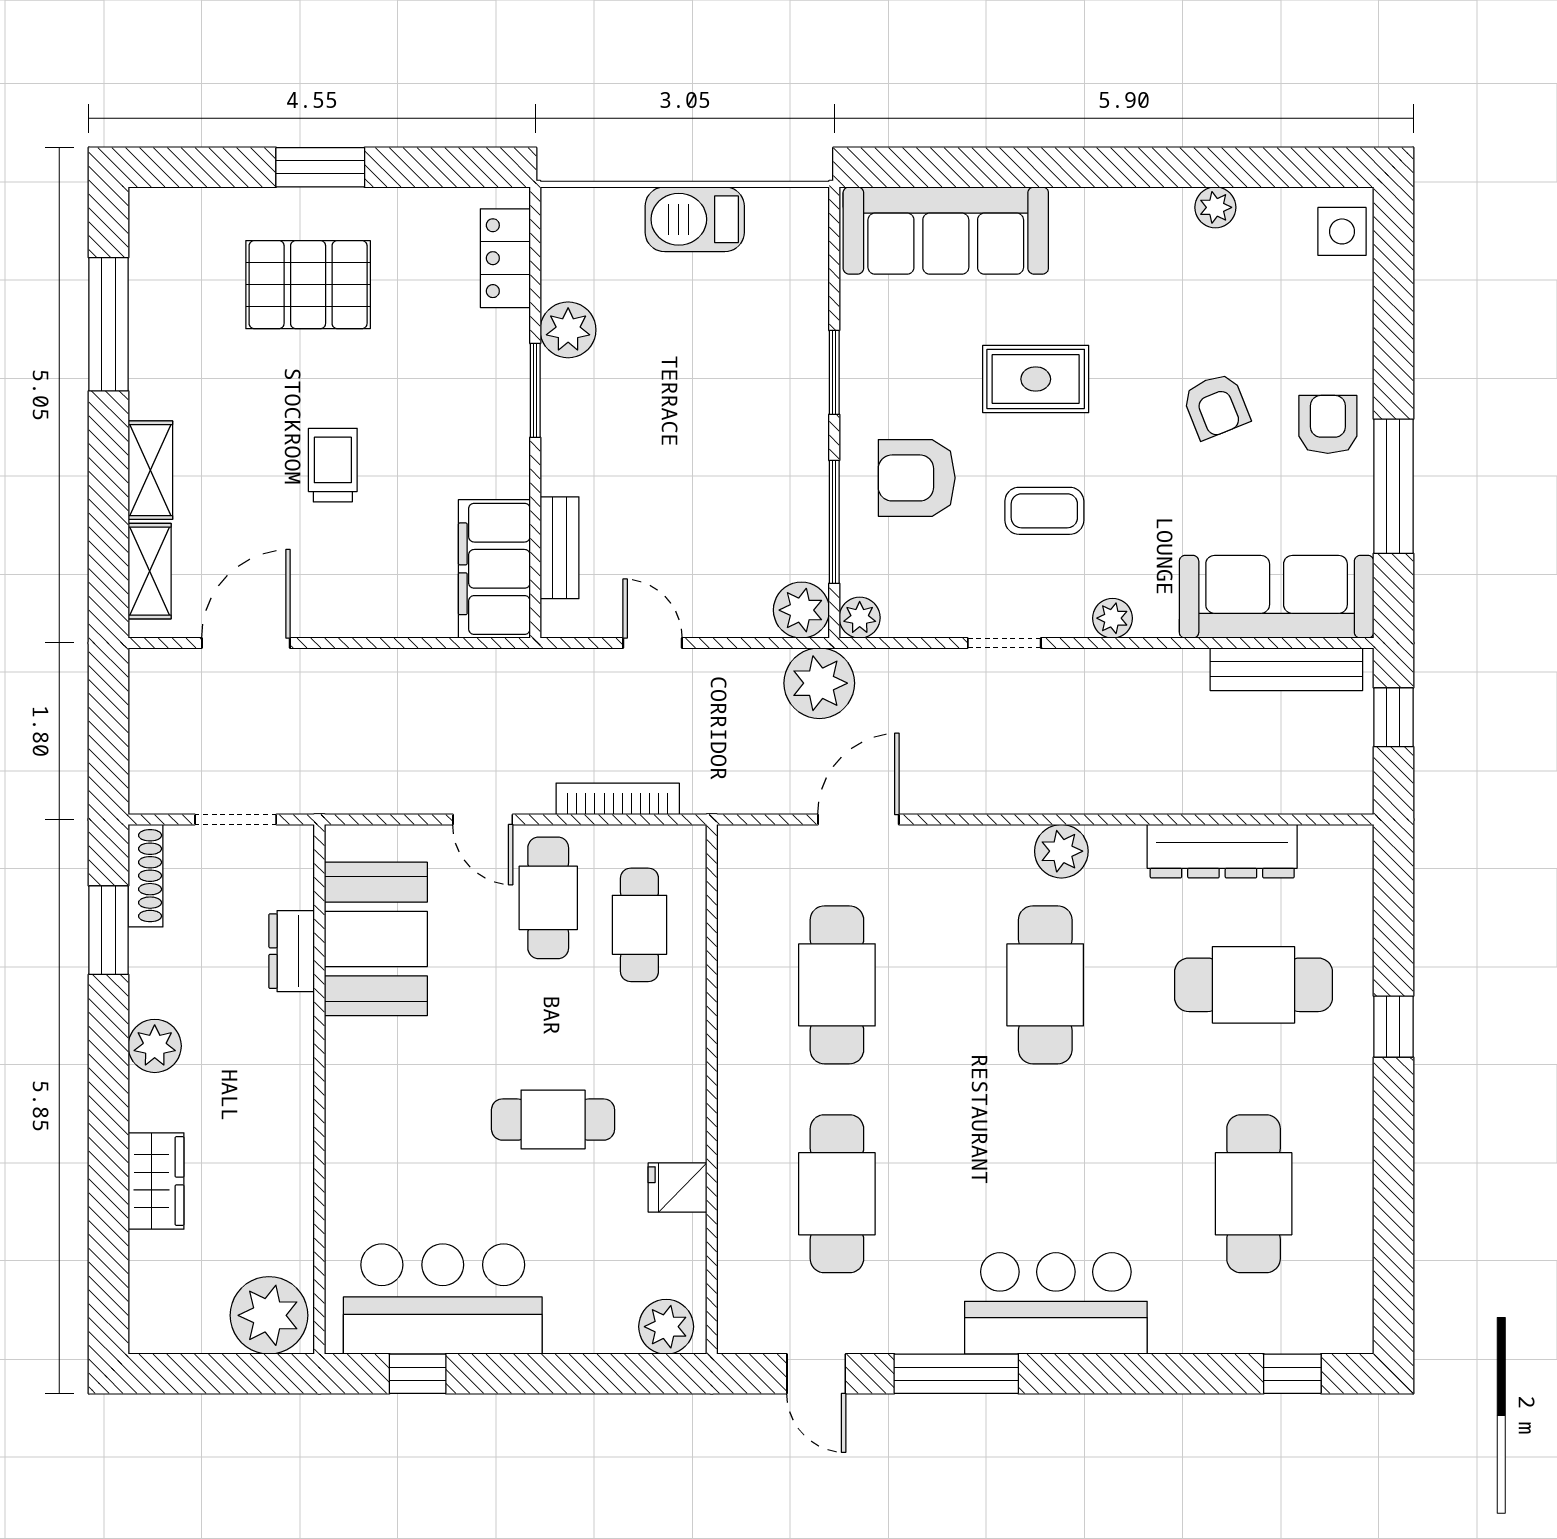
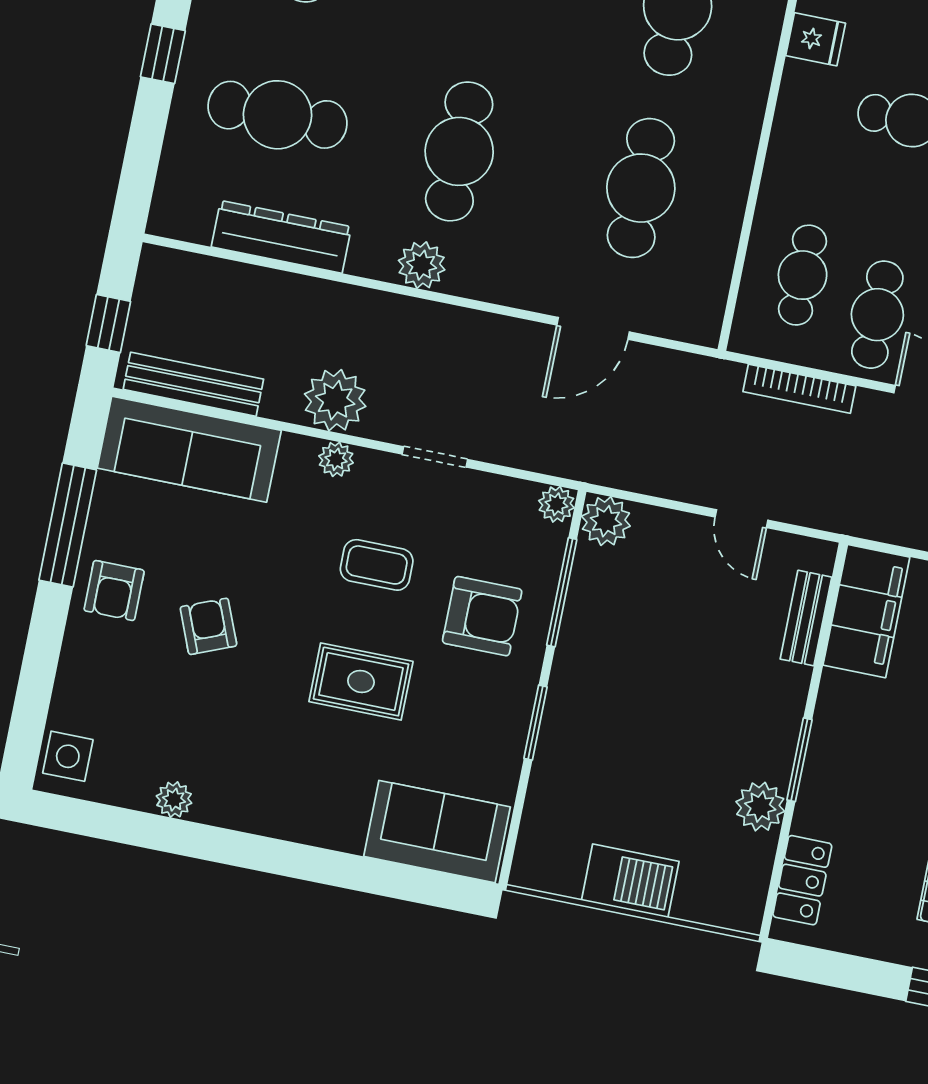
sofa: (946, 231) -> (437, 832), width x0.73
plant: (819, 683) -> (335, 400), moved

